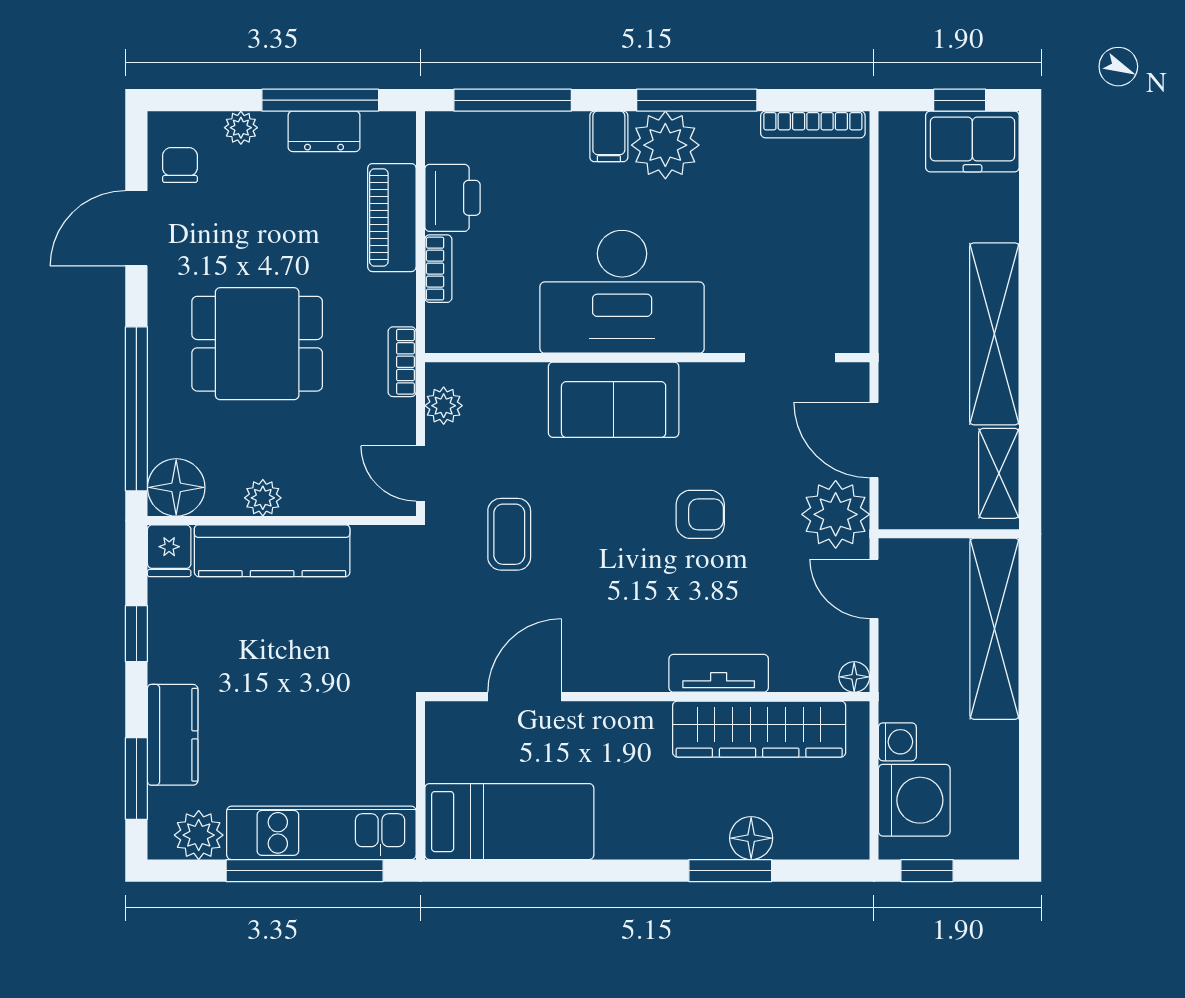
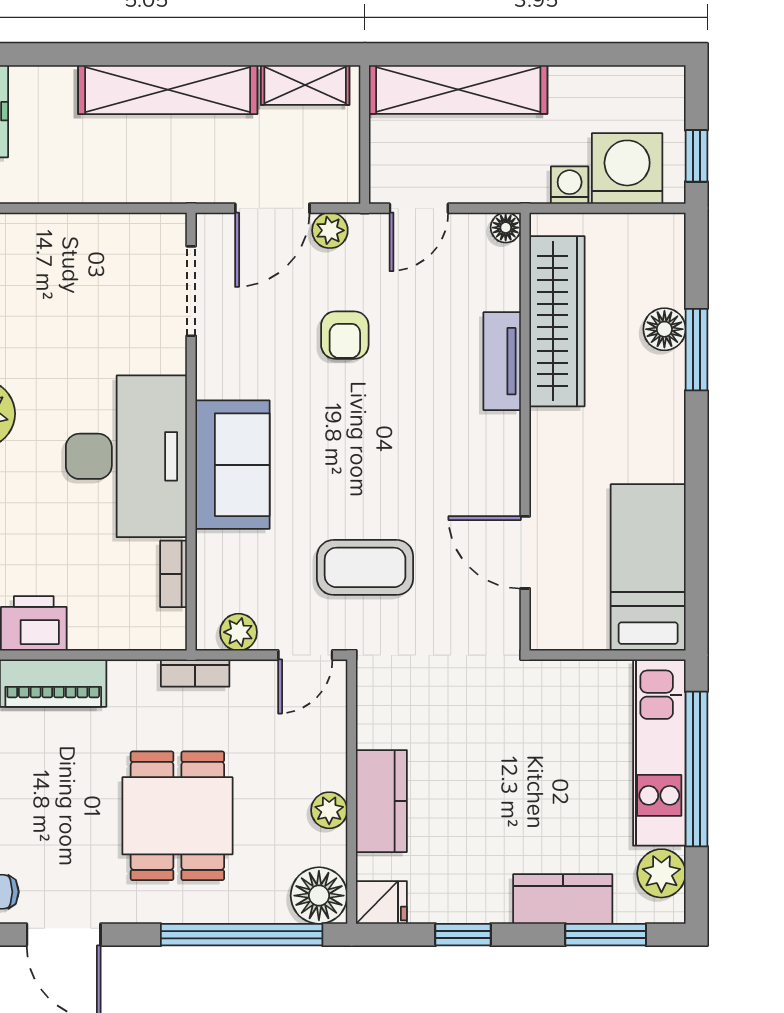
bookcase: (438, 269) -> (174, 574), moved, turned -90
armchair: (700, 514) -> (345, 335), moved, turned 180
plant: (836, 514) -> (330, 230), width x0.53, depth x0.53
coffee table: (509, 534) -> (365, 567), width x1.36, depth x1.30
kitchen counter: (272, 551) -> (381, 801), width x0.67

